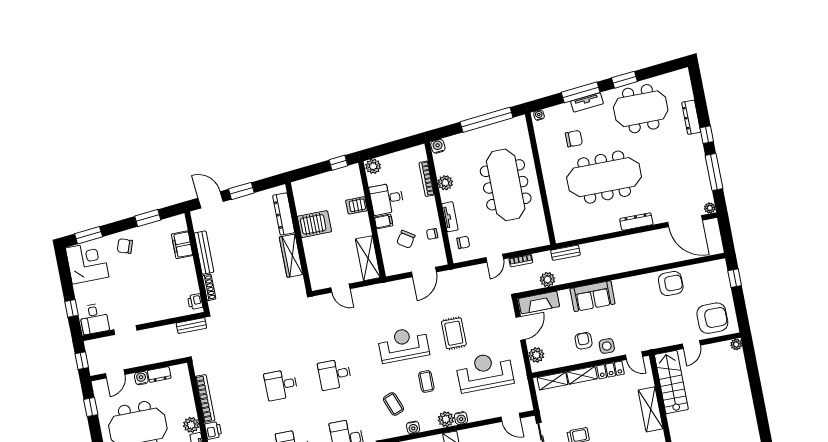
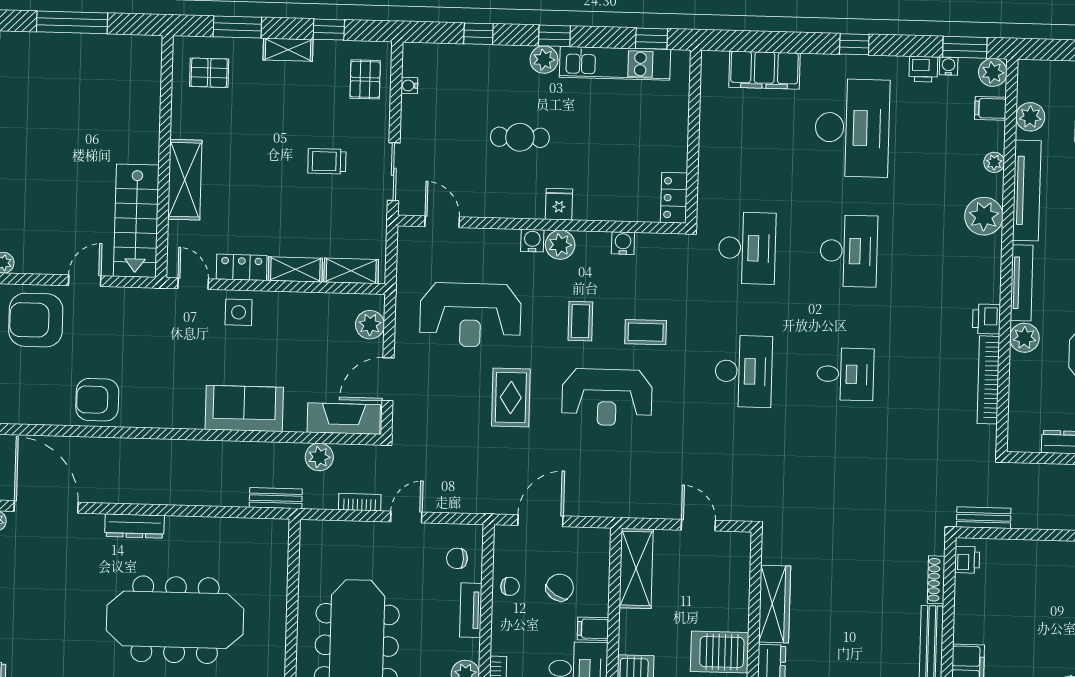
armchair: (584, 341) -> (279, 331), removed
desk: (335, 374) -> (744, 371), width x1.37
coffee table: (393, 404) -> (646, 332), moved, turned -69

